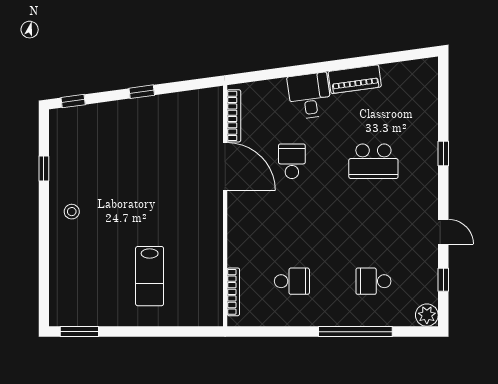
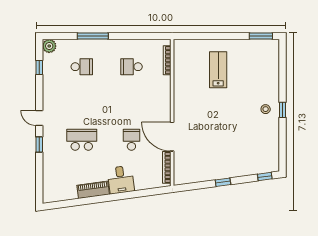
school desk: (292, 161) -> (131, 140), turned 180
window: (44, 169) -> (283, 110), moved
door: (443, 232) -> (39, 118), moved
window: (355, 332) -> (93, 36), width x0.68

